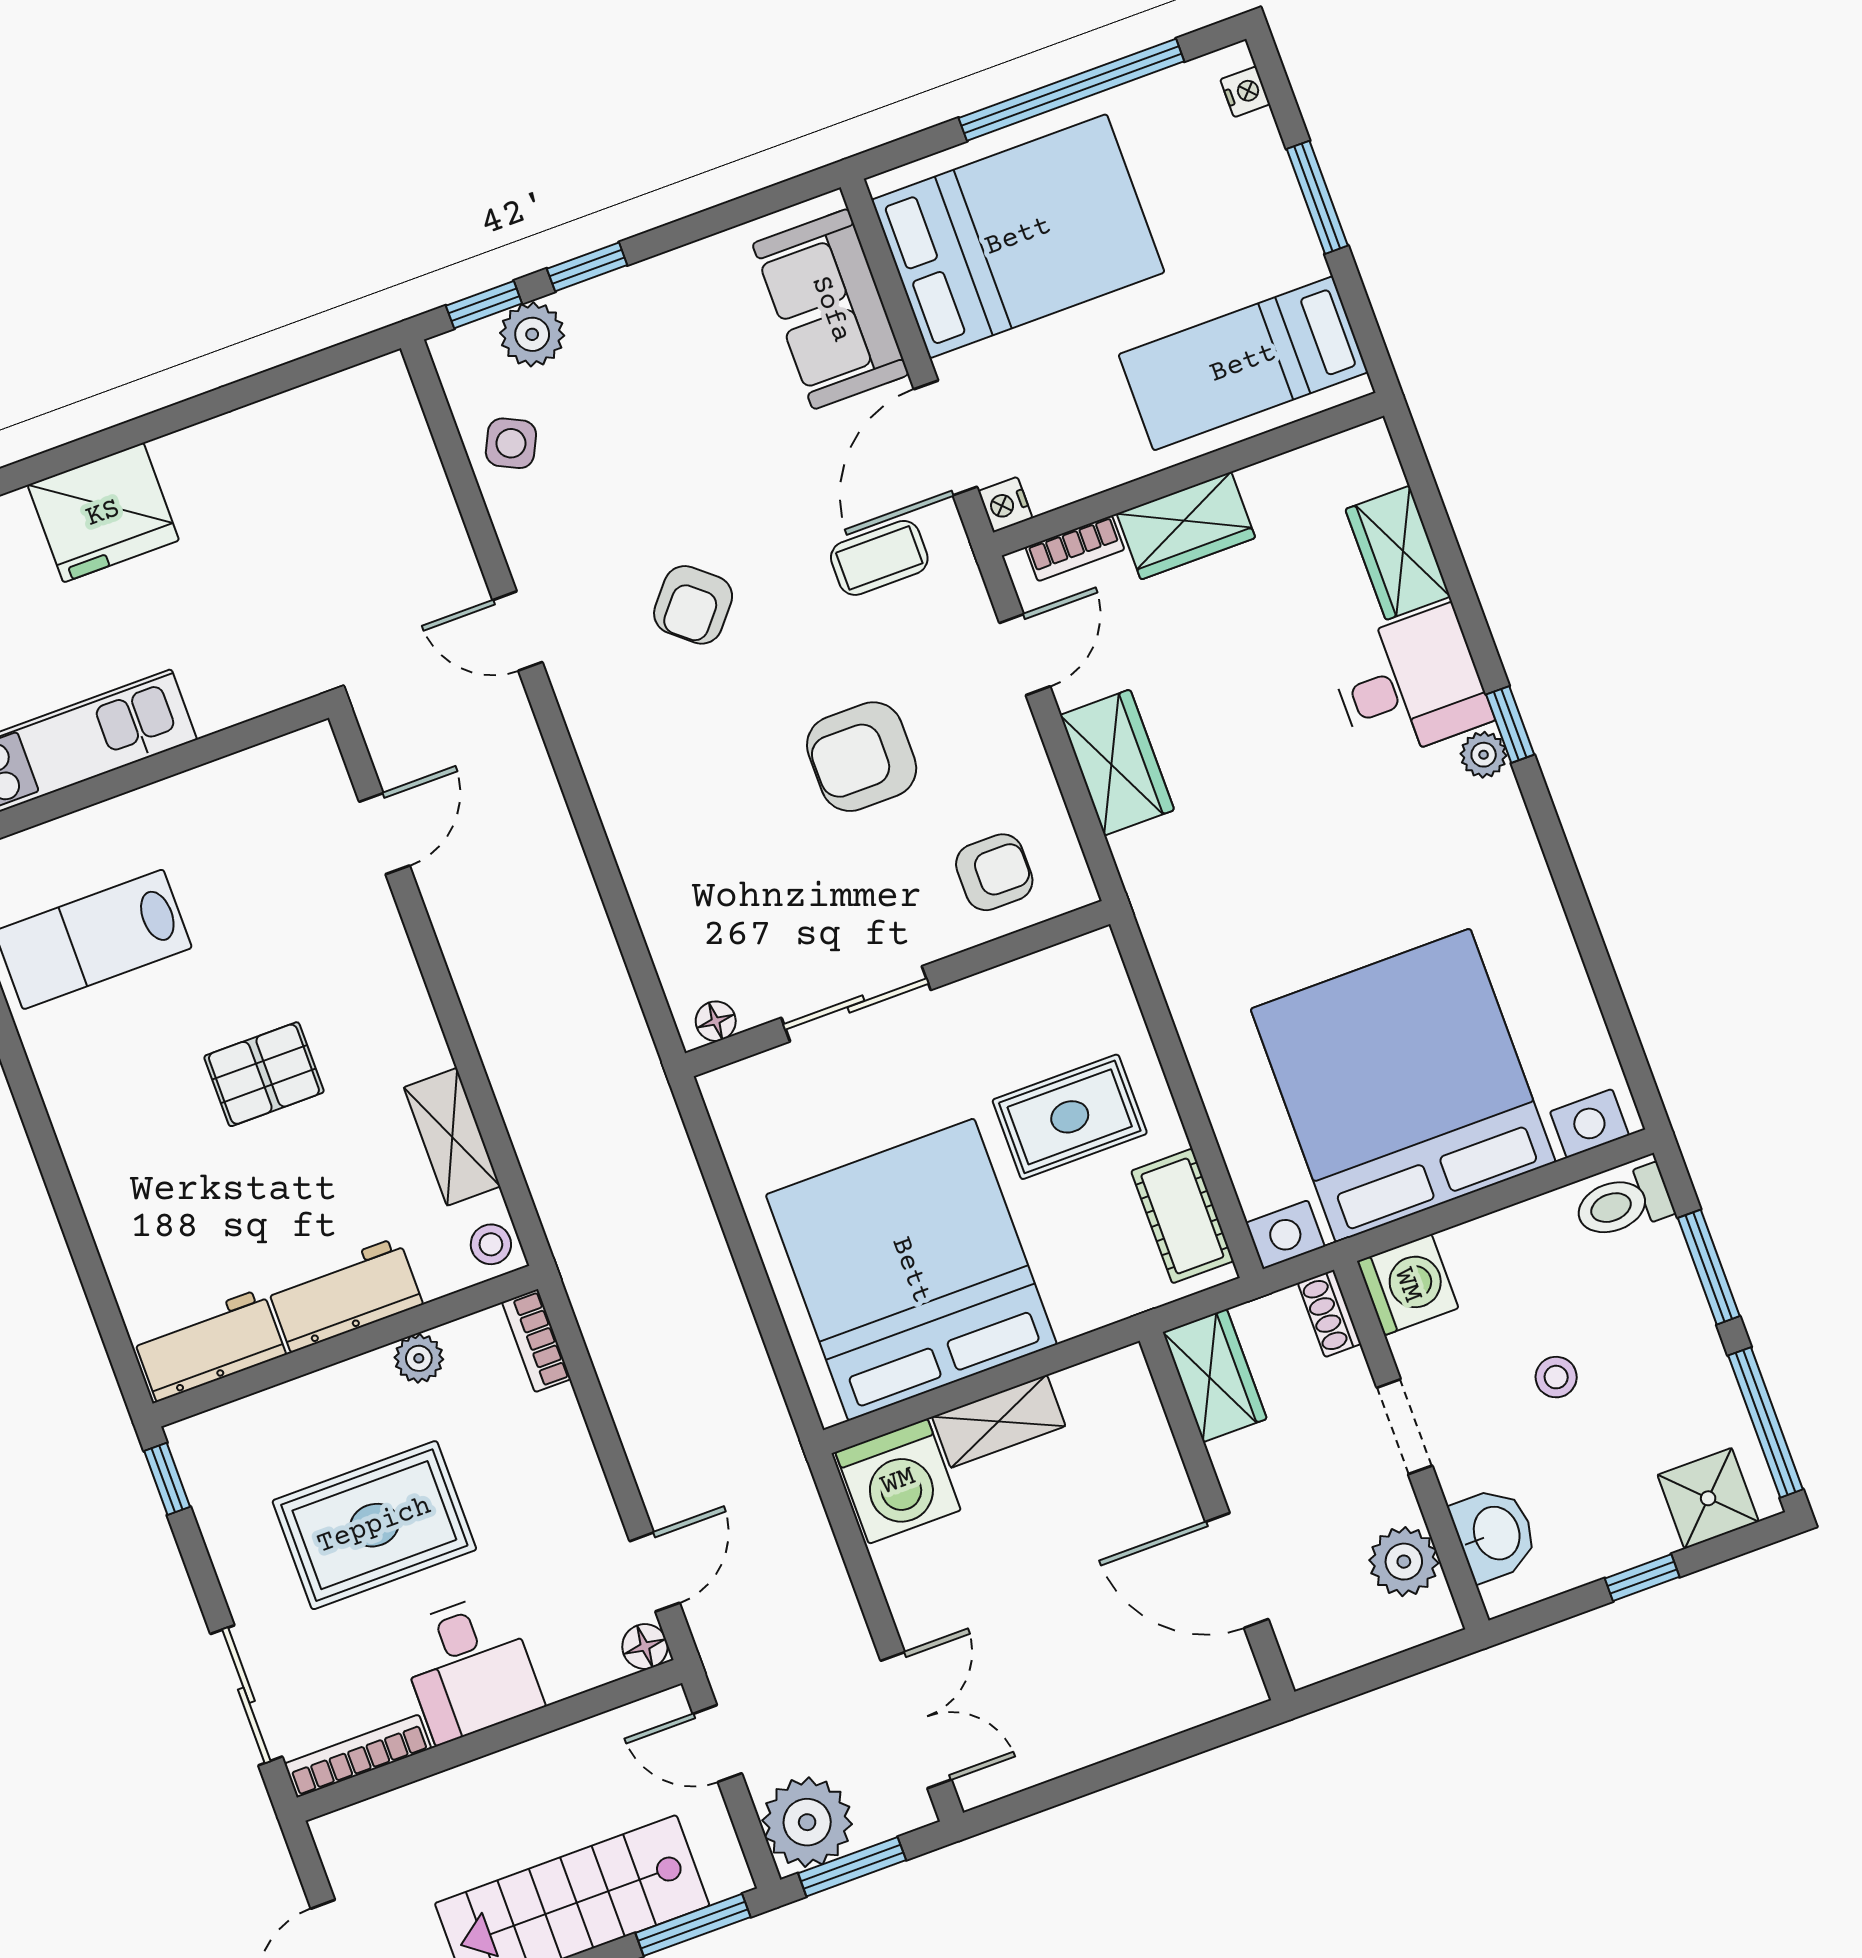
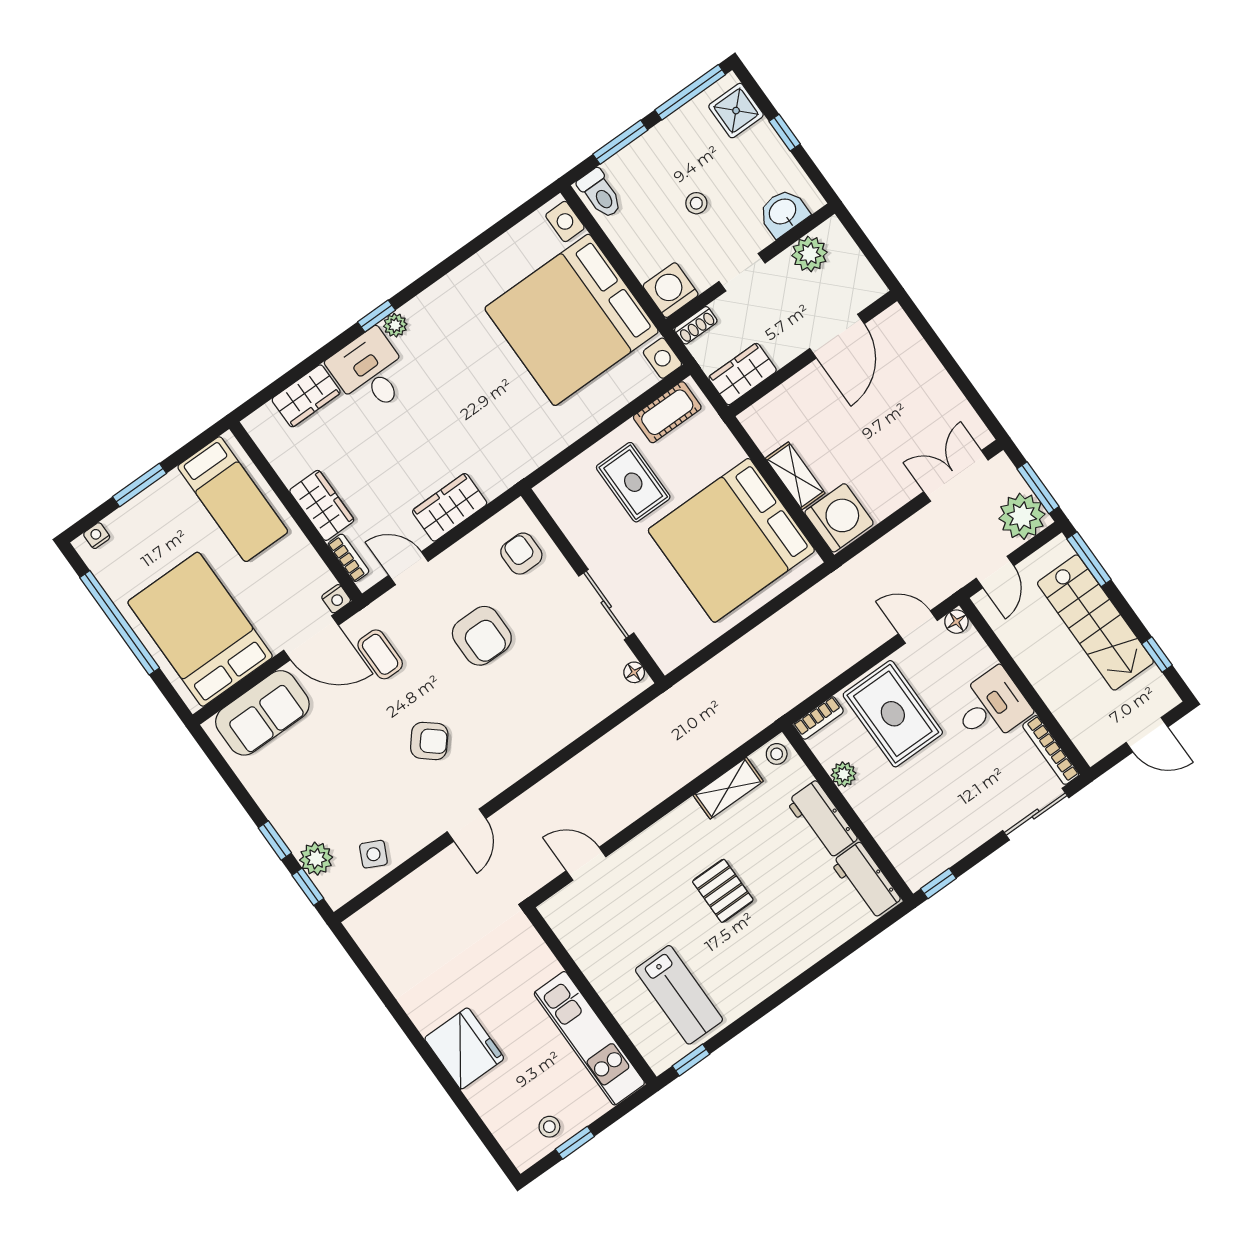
rug: (374, 1525) -> (893, 714), moved

